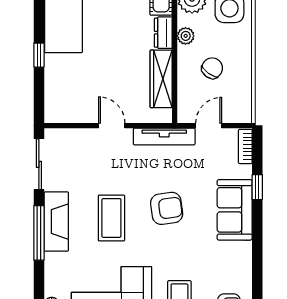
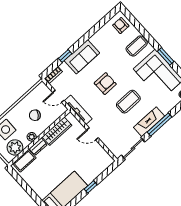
door: (112, 126) -> (92, 134), hinge flipped
armchair: (167, 208) -> (105, 84), turned 98

